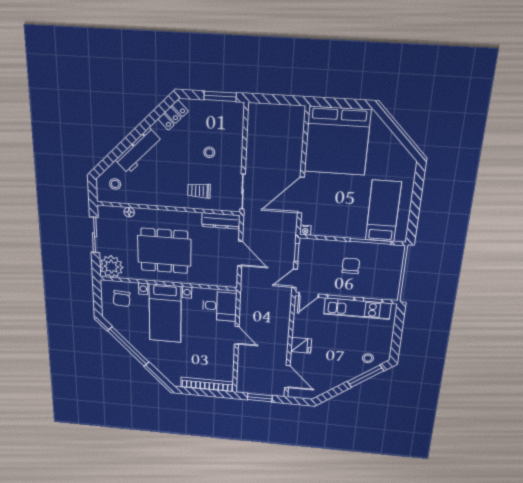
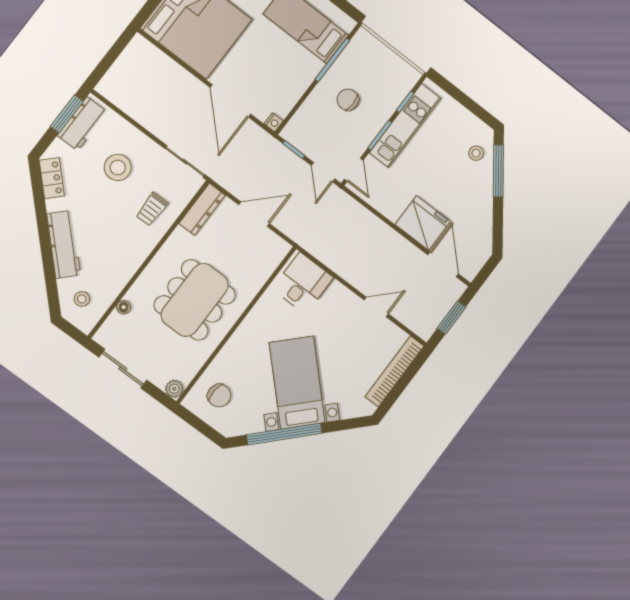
workbench: (221, 111) -> (82, 124), added
stool: (209, 152) -> (118, 167), width x1.89, depth x1.89
plant: (111, 267) -> (174, 389), width x0.53, depth x0.53
bed with nightstands: (165, 313) -> (297, 383), moved, turned -135
door: (237, 335) -> (376, 307), moved
fridge: (301, 345) -> (423, 223), width x1.88, depth x1.34
door: (287, 377) -> (443, 264), hinge flipped

